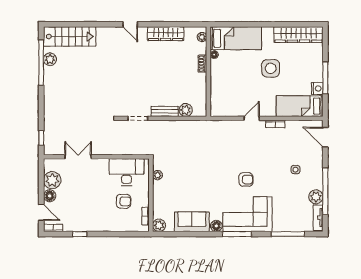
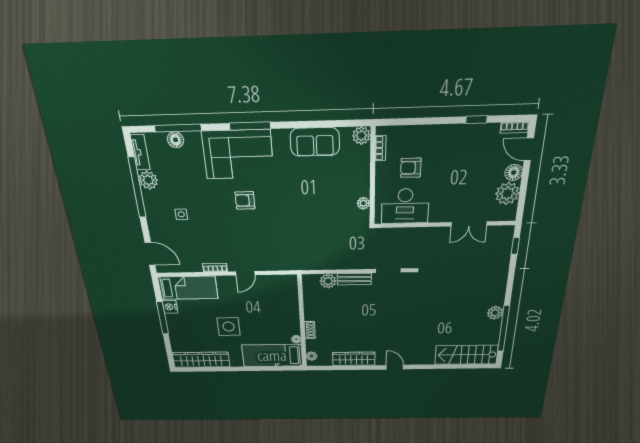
plant: (50, 59) -> (495, 313), moved
floor lamp: (216, 226) -> (175, 140), moved

